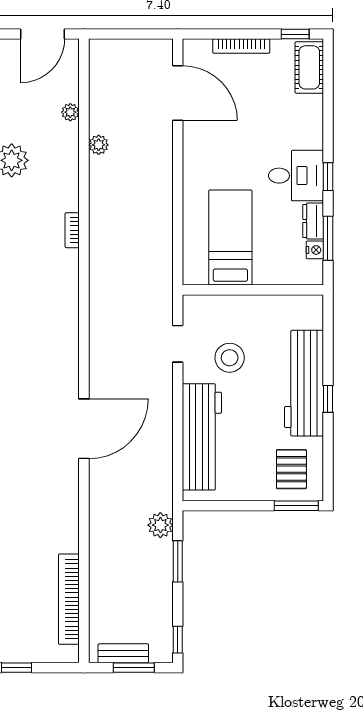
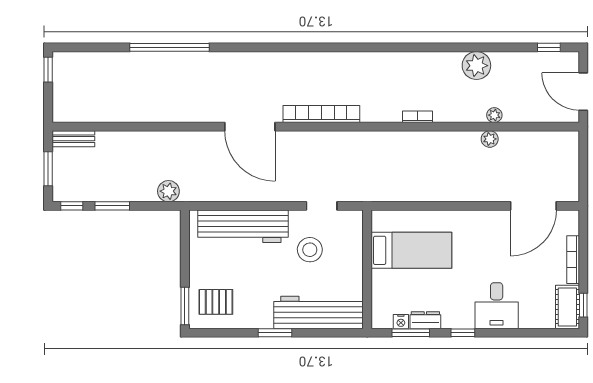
cot: (309, 67) -> (567, 307), moved, turned 90
plant: (70, 112) -> (494, 115), moved
desk: (296, 176) -> (497, 306), moved
workbench: (304, 383) -> (319, 313), moved
window: (328, 399) -> (275, 333), width x1.50
window: (178, 561) -> (112, 206), moved
bookcase: (69, 599) -> (321, 114), moved
bench: (123, 653) -> (73, 139), moved, turned 90

